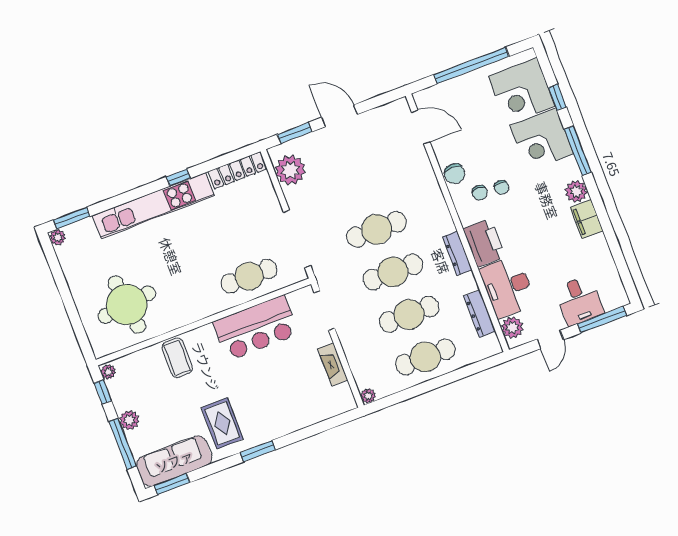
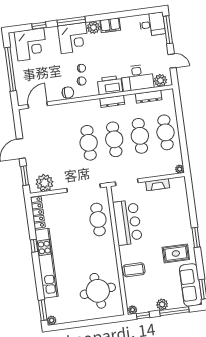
corner desk: (542, 140) -> (73, 38), moved
desk: (579, 301) -> (152, 24), moved

